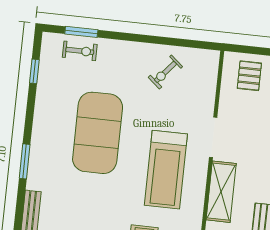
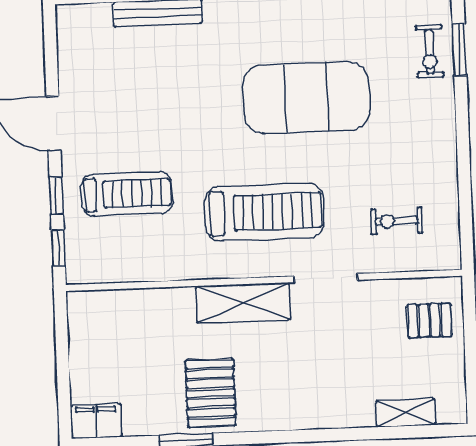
exercise bike: (165, 72) -> (397, 221), moved, turned -40
treadmill: (166, 170) -> (265, 212), turned 180

